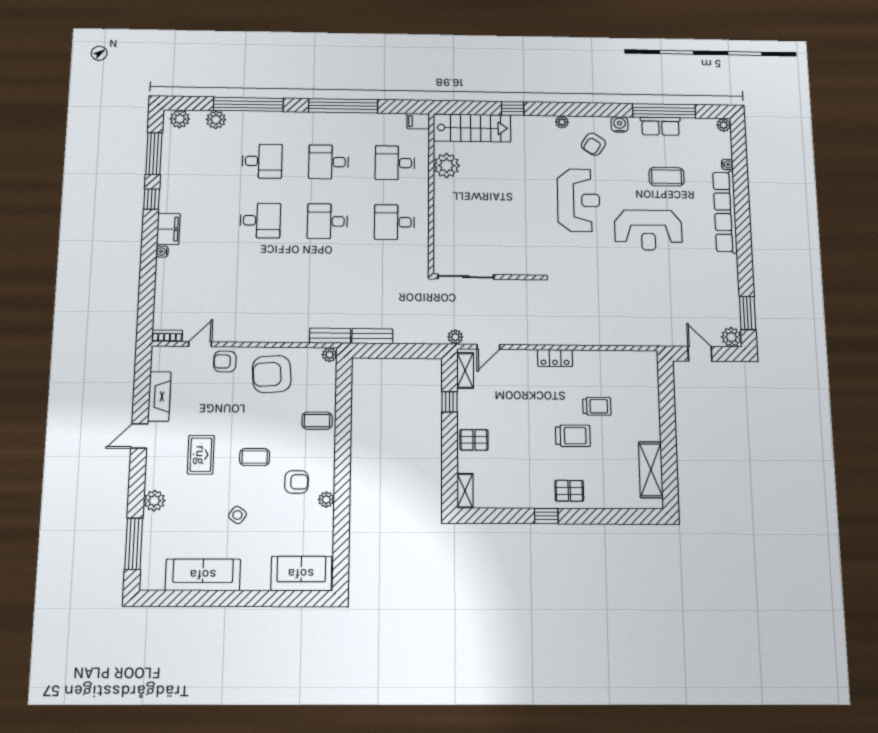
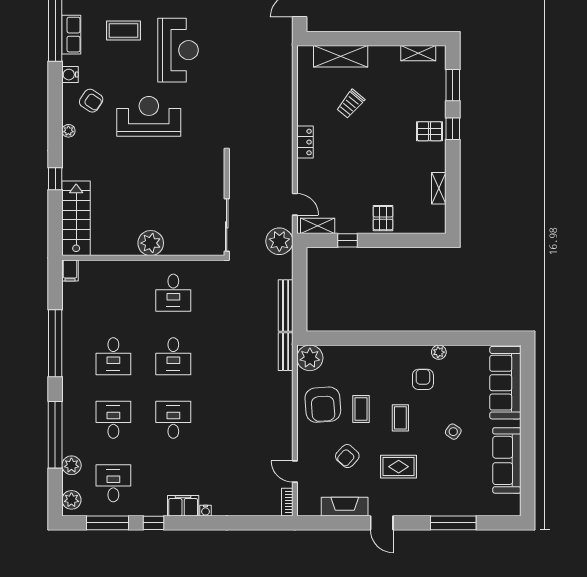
desk: (395, 163) -> (113, 483), moved, turned 180
plant: (447, 165) -> (151, 243), moved
coffee table: (667, 177) -> (124, 31), turned 90
bench: (372, 336) -> (286, 305), width x1.36
plant: (455, 337) -> (279, 241), width x1.87, depth x1.87
plant: (329, 355) -> (310, 358), width x1.87, depth x1.87
armchair: (225, 361) -> (347, 456), moved, turned 42
shelving: (648, 396) -> (341, 56), added
trolley: (597, 406) -> (351, 104), turned -140
coffee table: (317, 421) -> (361, 409), moved
trolley: (573, 436) -> (378, 127), removed
shelving: (651, 470) -> (418, 53), width x0.67, depth x0.75
shelving: (465, 491) -> (439, 188), moved, turned 90
pallet: (569, 491) -> (429, 131), turned 90
plant: (154, 501) -> (441, 507), removed
window: (546, 516) -> (453, 129), moved
window: (620, 516) -> (453, 85), added
window: (134, 544) -> (453, 523), moved
sofa: (301, 574) -> (505, 383), width x1.36

